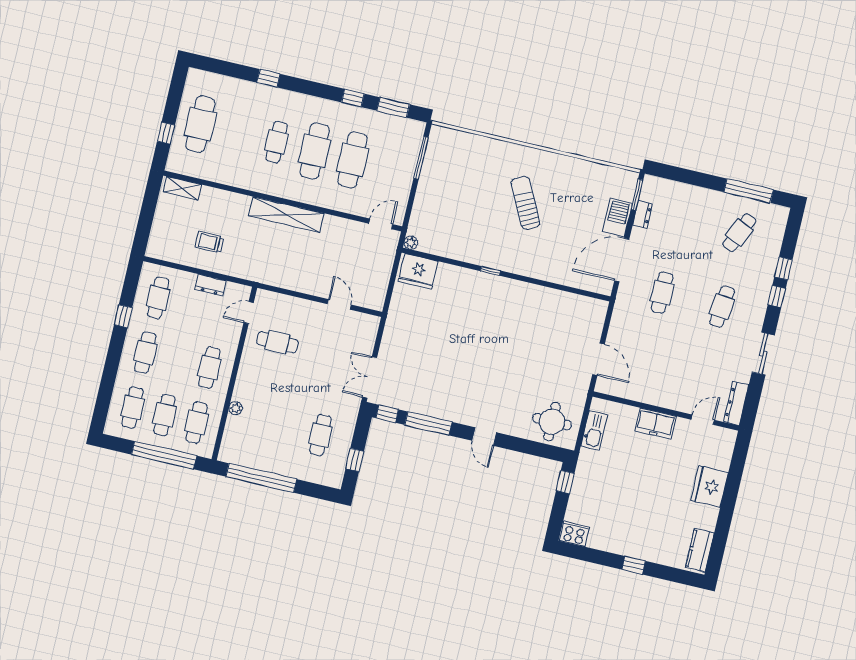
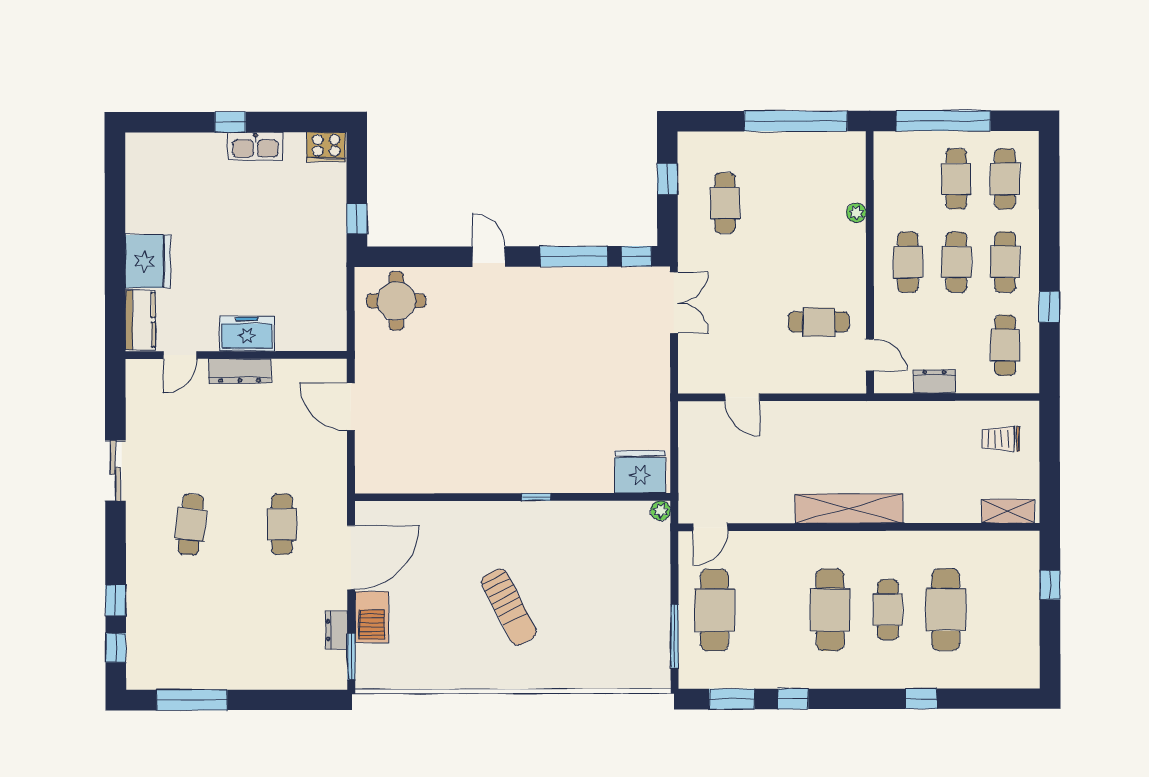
cafe table: (200, 124) -> (946, 610), moved
cafe table: (353, 160) -> (714, 610), moved
cafe table: (739, 233) -> (191, 637), removed
trolley: (209, 242) -> (1001, 439), moved, turned 180
window: (777, 296) -> (116, 648), moved
door: (249, 313) -> (870, 355), hinge flipped
dresser: (736, 403) -> (240, 371), moved, turned 90
cafe table: (197, 422) -> (956, 262), moved
kitchen sink: (594, 430) -> (255, 146), moved, turned -90
kitchen counter: (700, 550) -> (140, 320), moved

